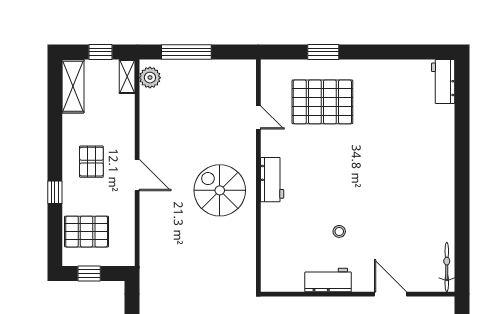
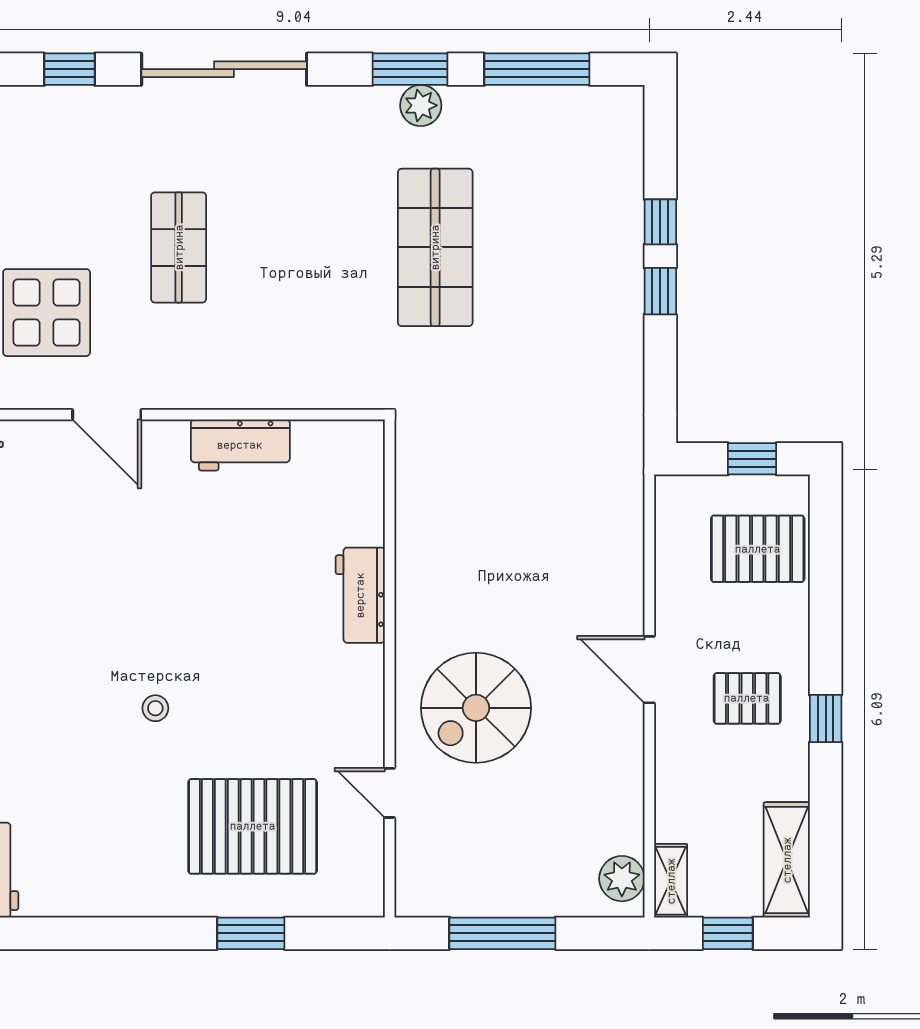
window: (186, 52) -> (502, 933), moved
pallet: (91, 162) -> (747, 698), turned 90
workbench: (272, 180) -> (360, 595), moved
spiral stairs: (220, 190) -> (476, 708), moved, turned 90
window: (55, 192) -> (826, 719), moved
stool: (339, 231) -> (155, 708), moved

